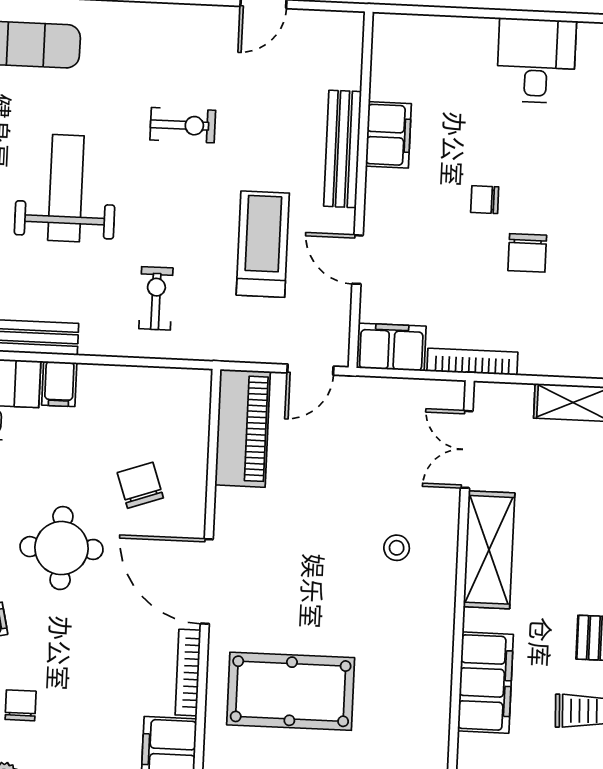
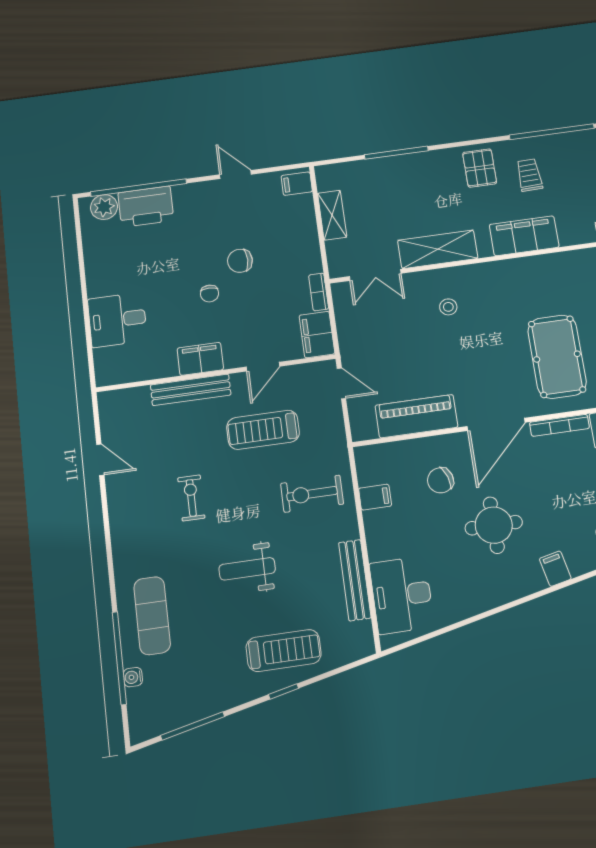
desk: (536, 61) -> (117, 320), moved
filing cabinet: (388, 135) -> (200, 359), moved
weight bench: (66, 188) -> (247, 569), width x0.73, depth x0.75
chair: (527, 253) -> (240, 261), turned 180
exercise bike: (156, 298) -> (312, 494), width x1.38, depth x1.39
bookcase: (472, 362) -> (319, 292), width x0.64
filing cabinet: (59, 384) -> (375, 497), moved
piano: (243, 428) -> (416, 416), moved

